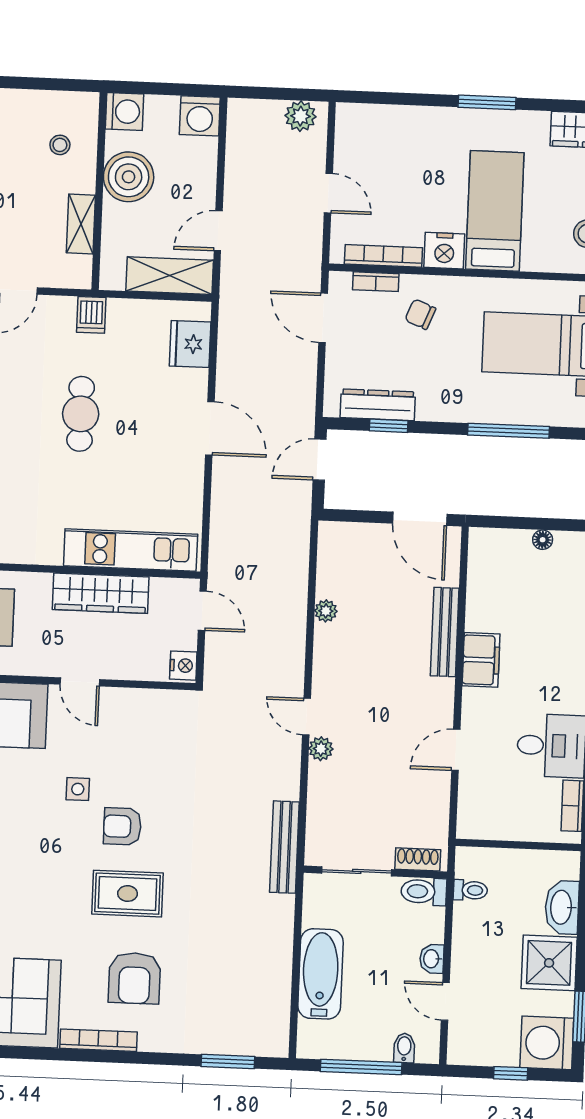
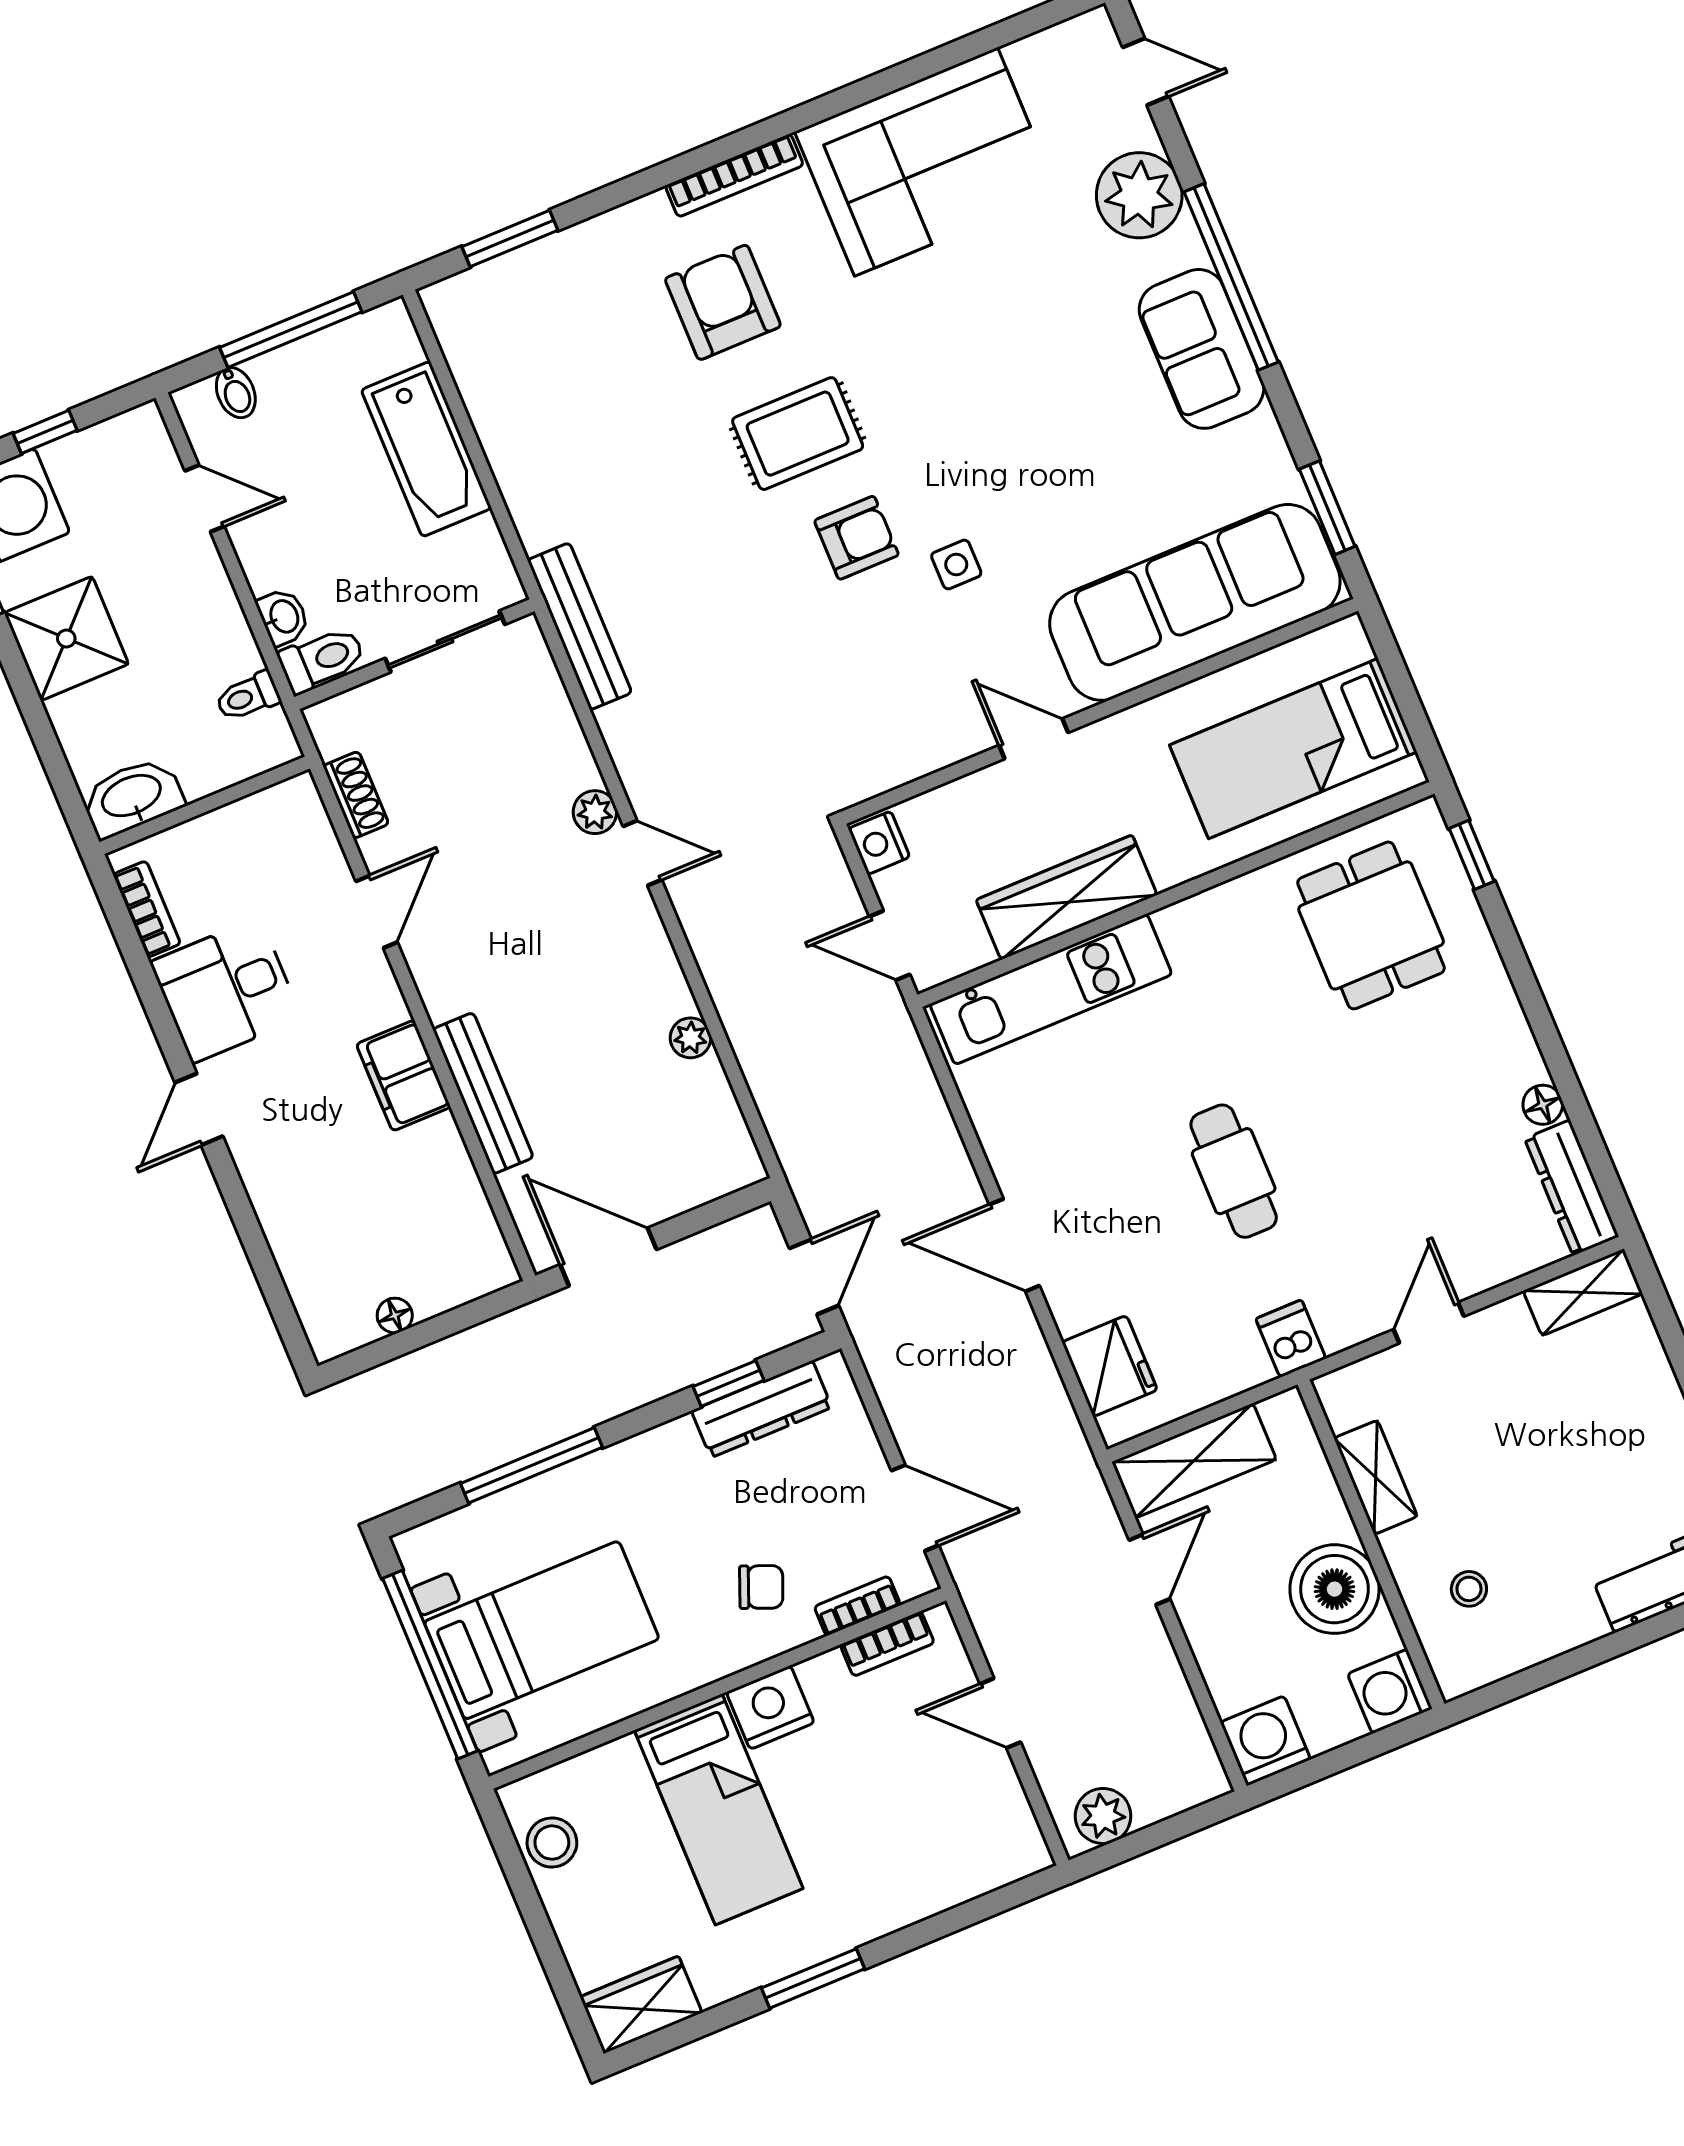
bookcase: (383, 256) -> (887, 1644), width x0.64
shoe rack: (418, 859) -> (356, 795), moved, turned -90
washbasin: (562, 907) -> (132, 797), moved, turned -90
washbasin: (432, 959) -> (283, 617), moved

